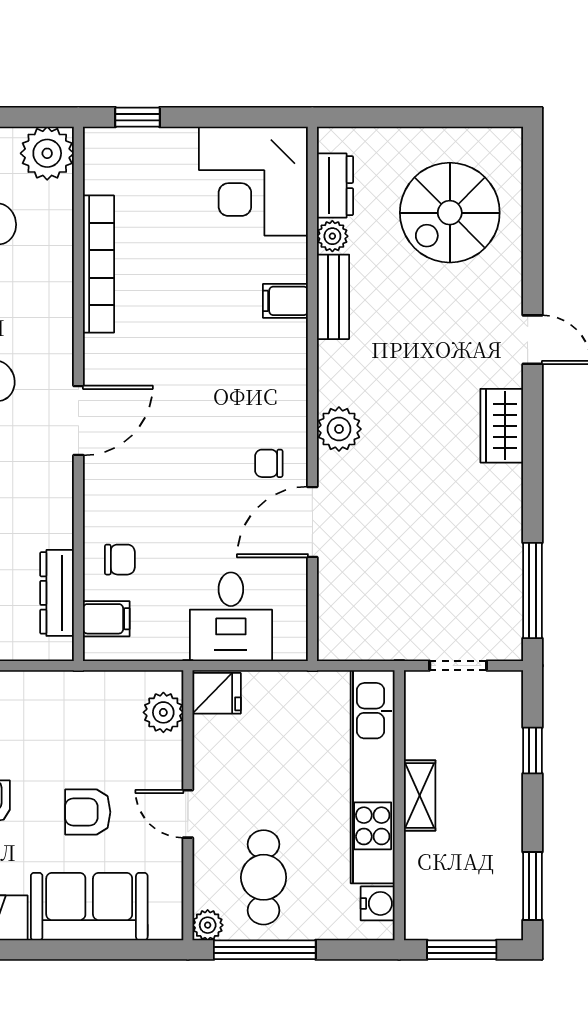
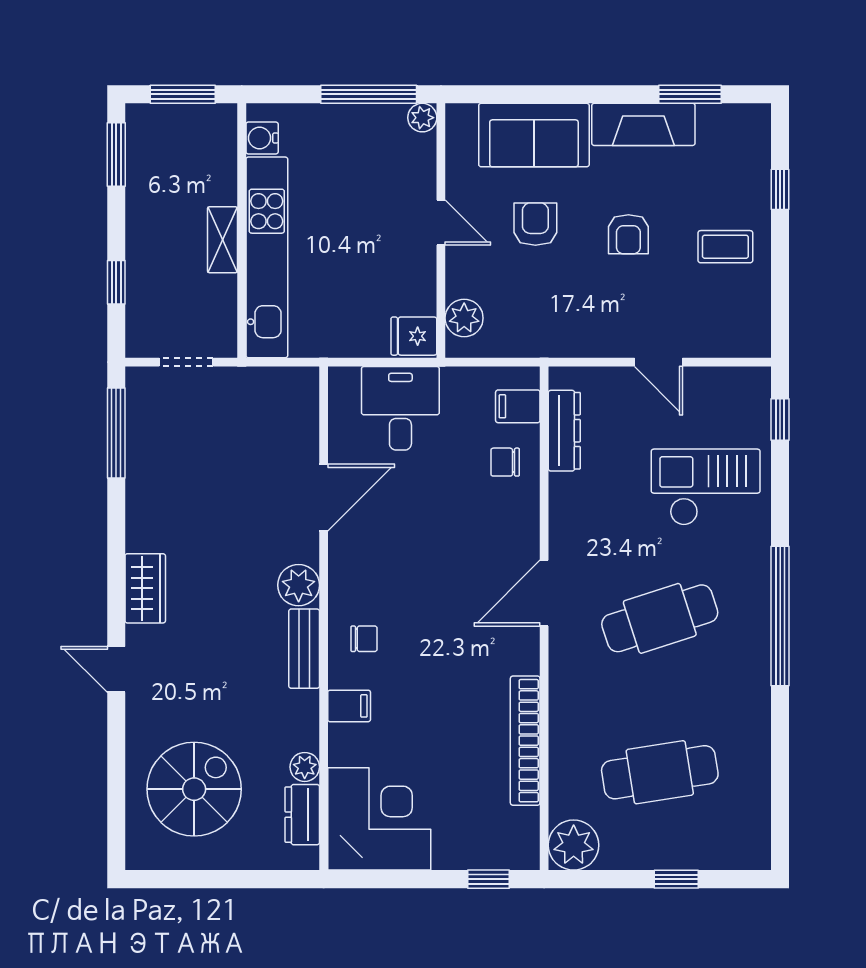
bench: (333, 297) -> (304, 649), moved
chair: (269, 463) -> (364, 639), moved
armchair: (88, 812) -> (535, 224), turned -90
cafe table: (264, 877) -> (370, 163), removed

